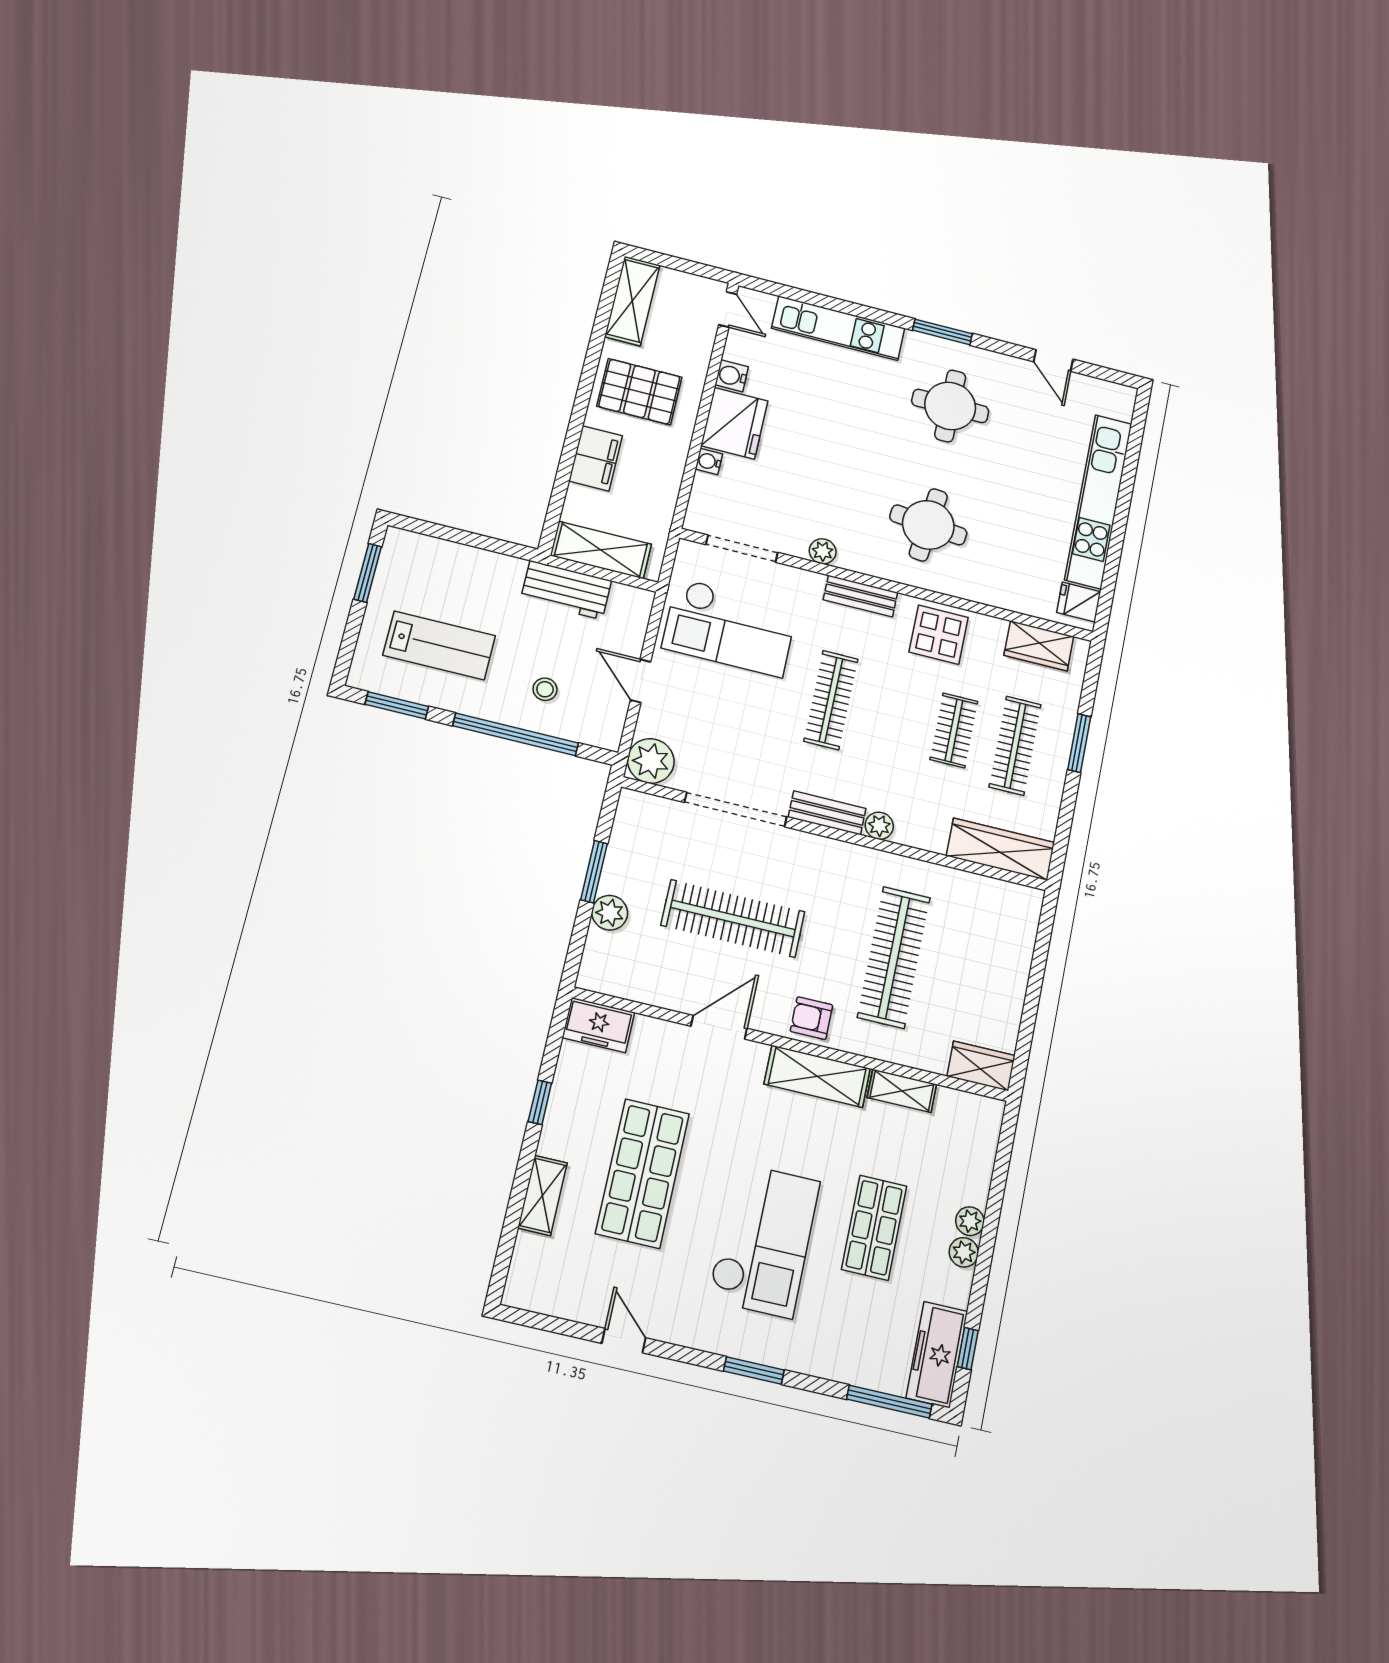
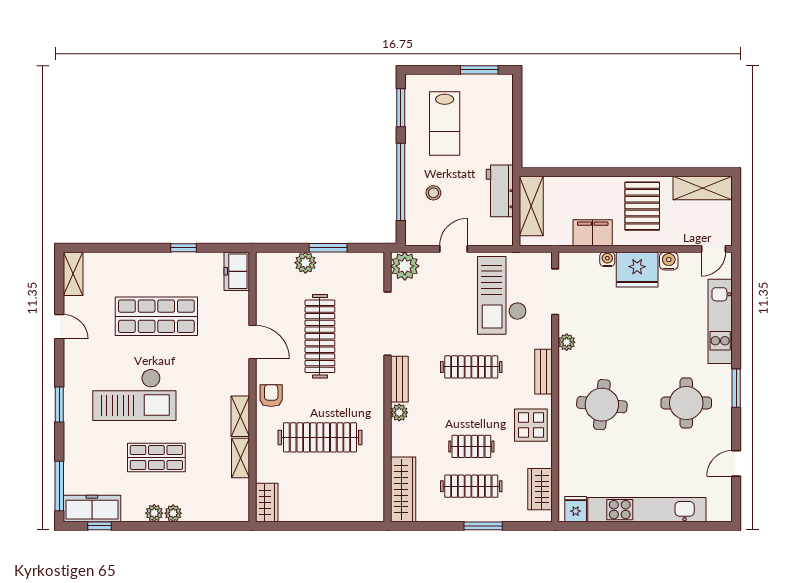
filing cabinet: (596, 458) -> (593, 233), moved, turned 180
shelving: (817, 1076) -> (240, 416), width x0.67, depth x0.75
shelving: (542, 1195) -> (73, 274), moved, turned 90
door: (624, 1341) -> (59, 327), hinge flipped

